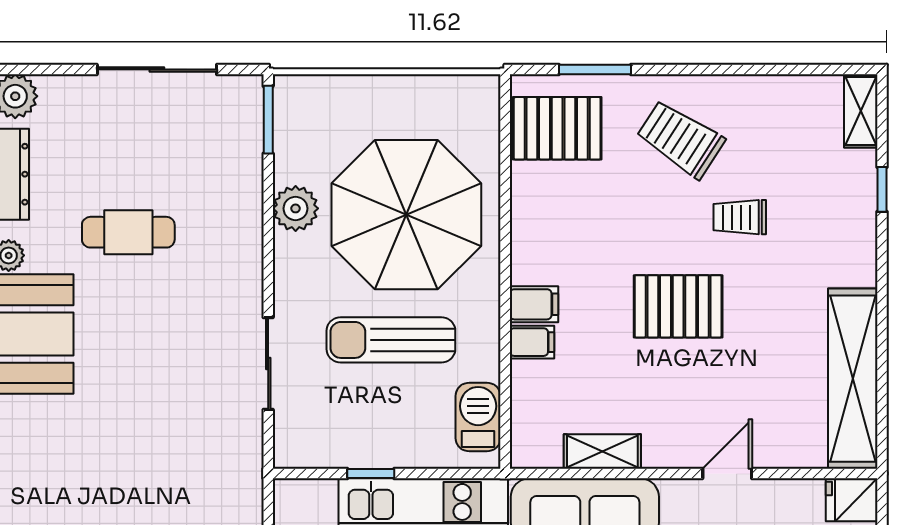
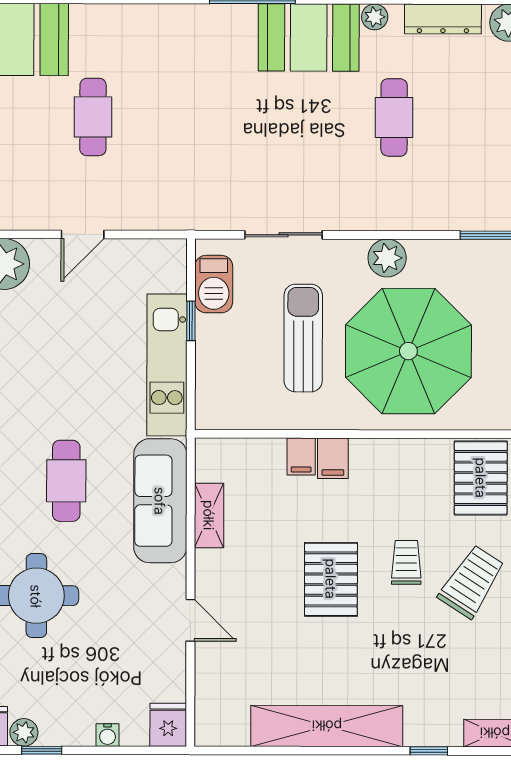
plant: (296, 208) -> (387, 258), moved
trolley: (740, 217) -> (406, 562), moved
shelving: (853, 379) -> (327, 726), moved
barbecue: (478, 417) -> (214, 284), moved, turned 90

